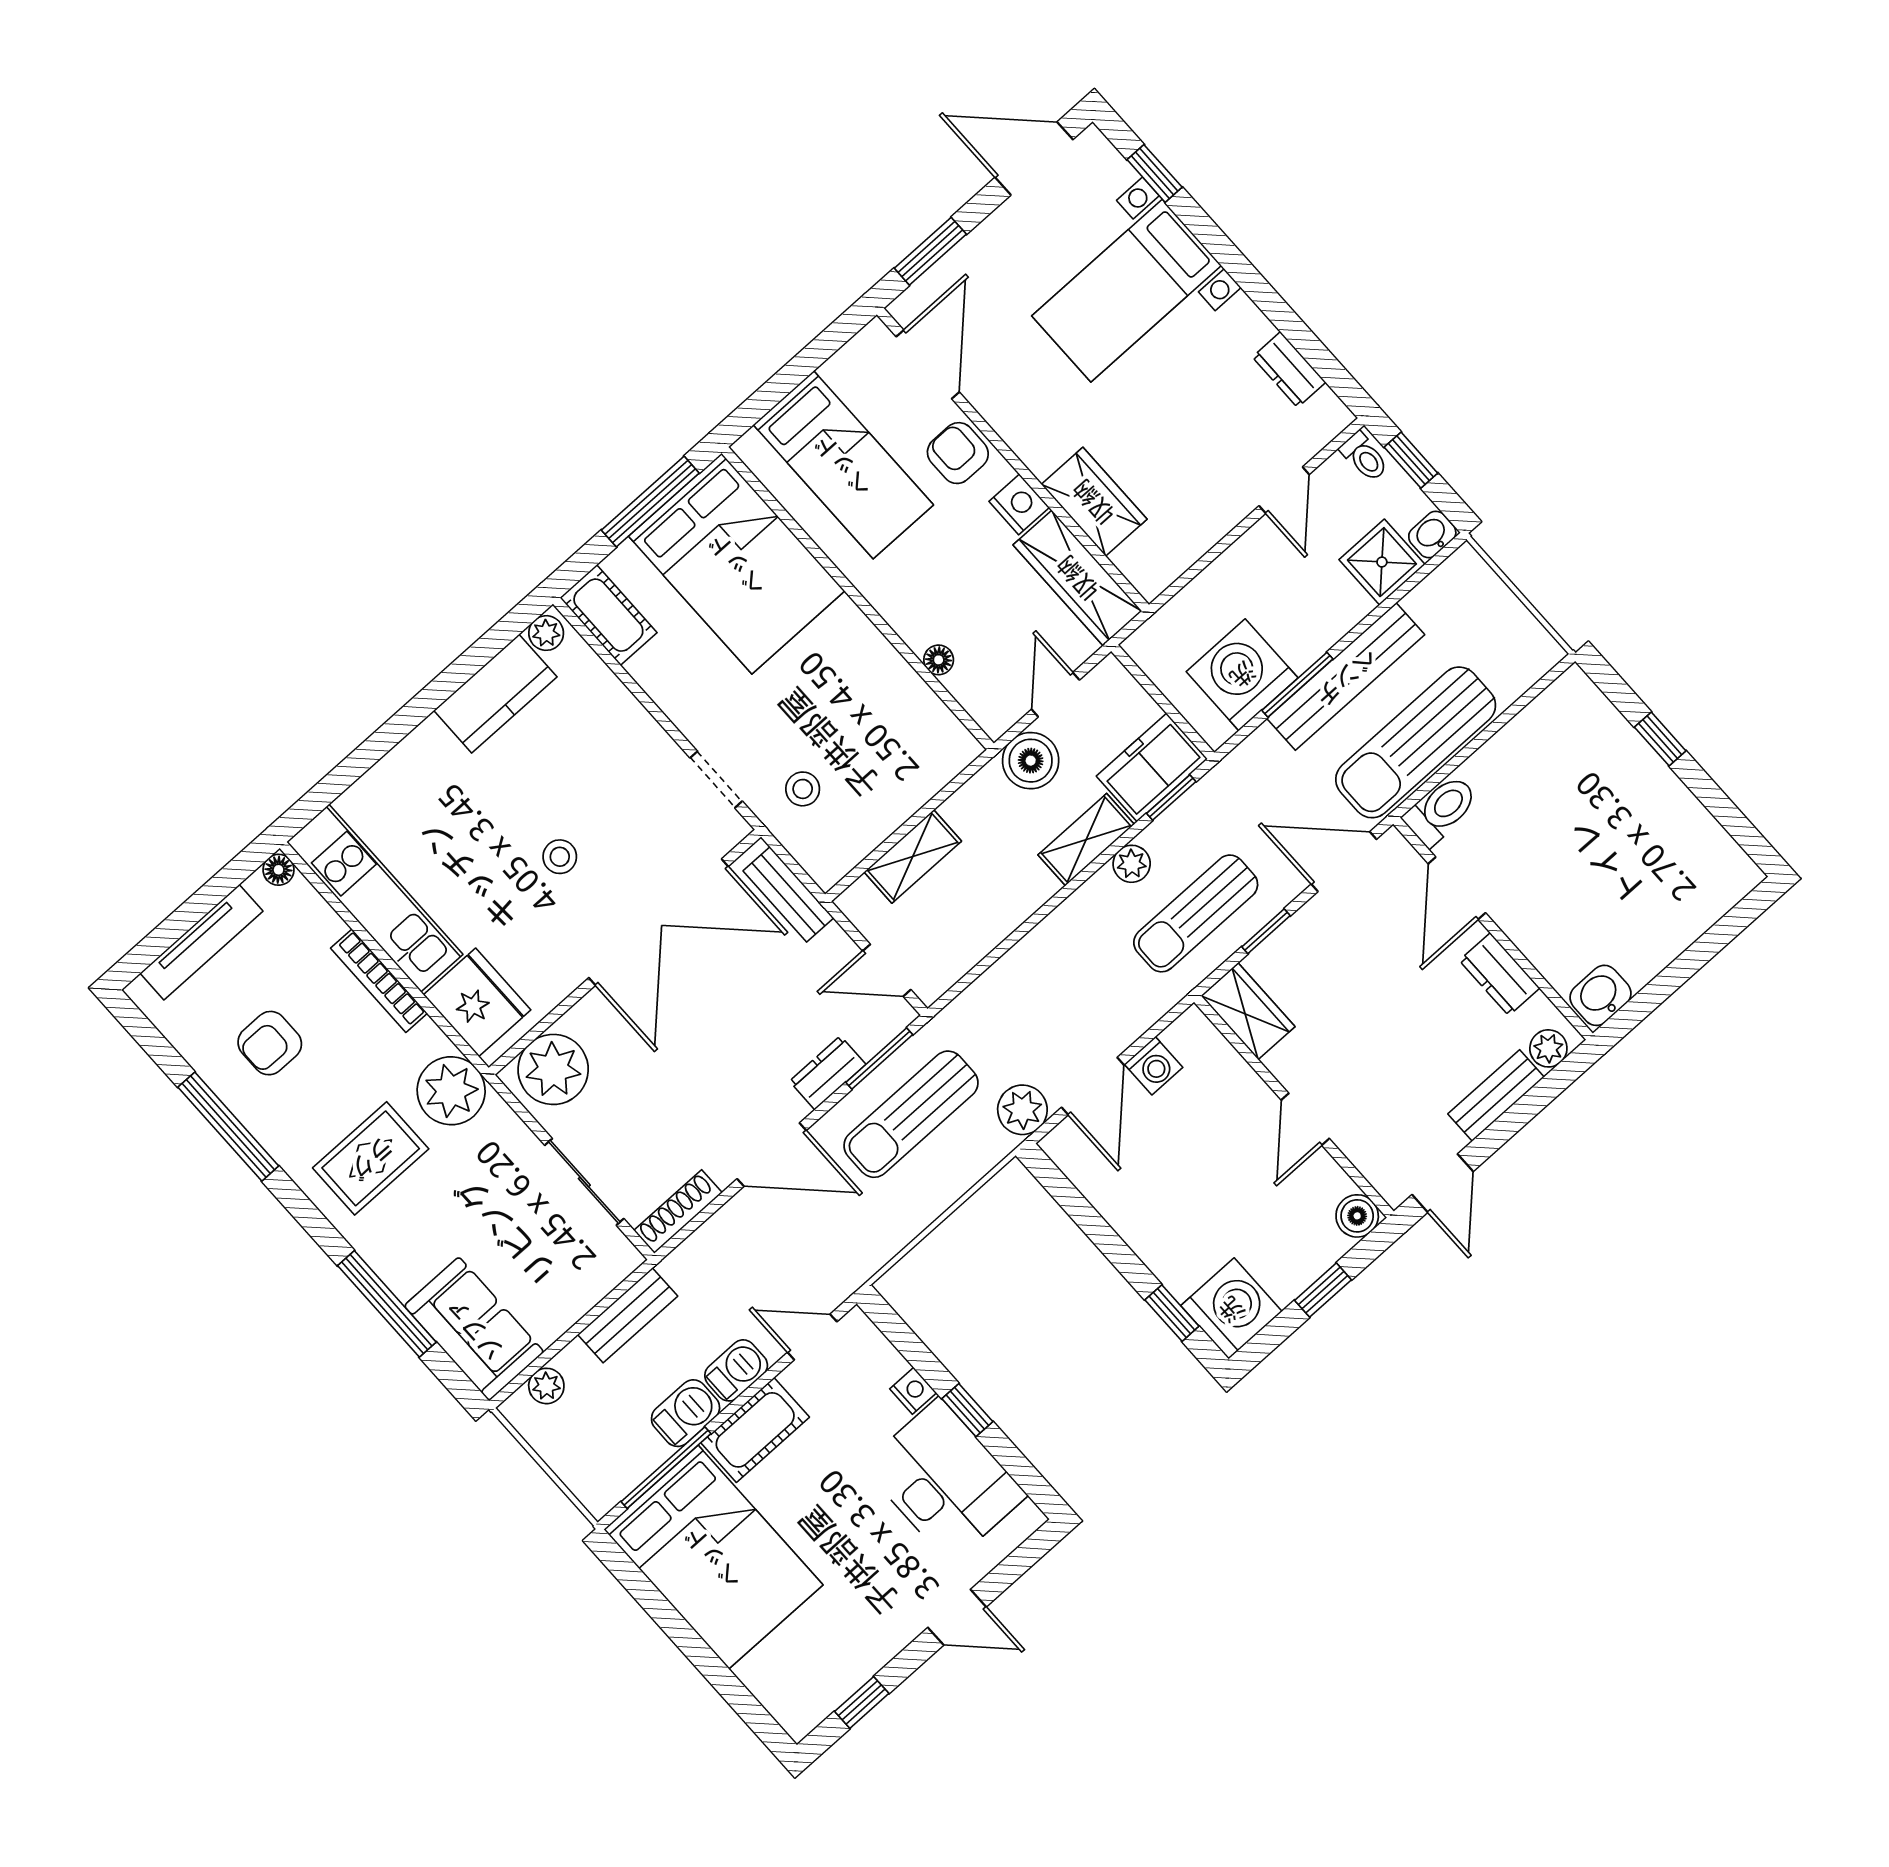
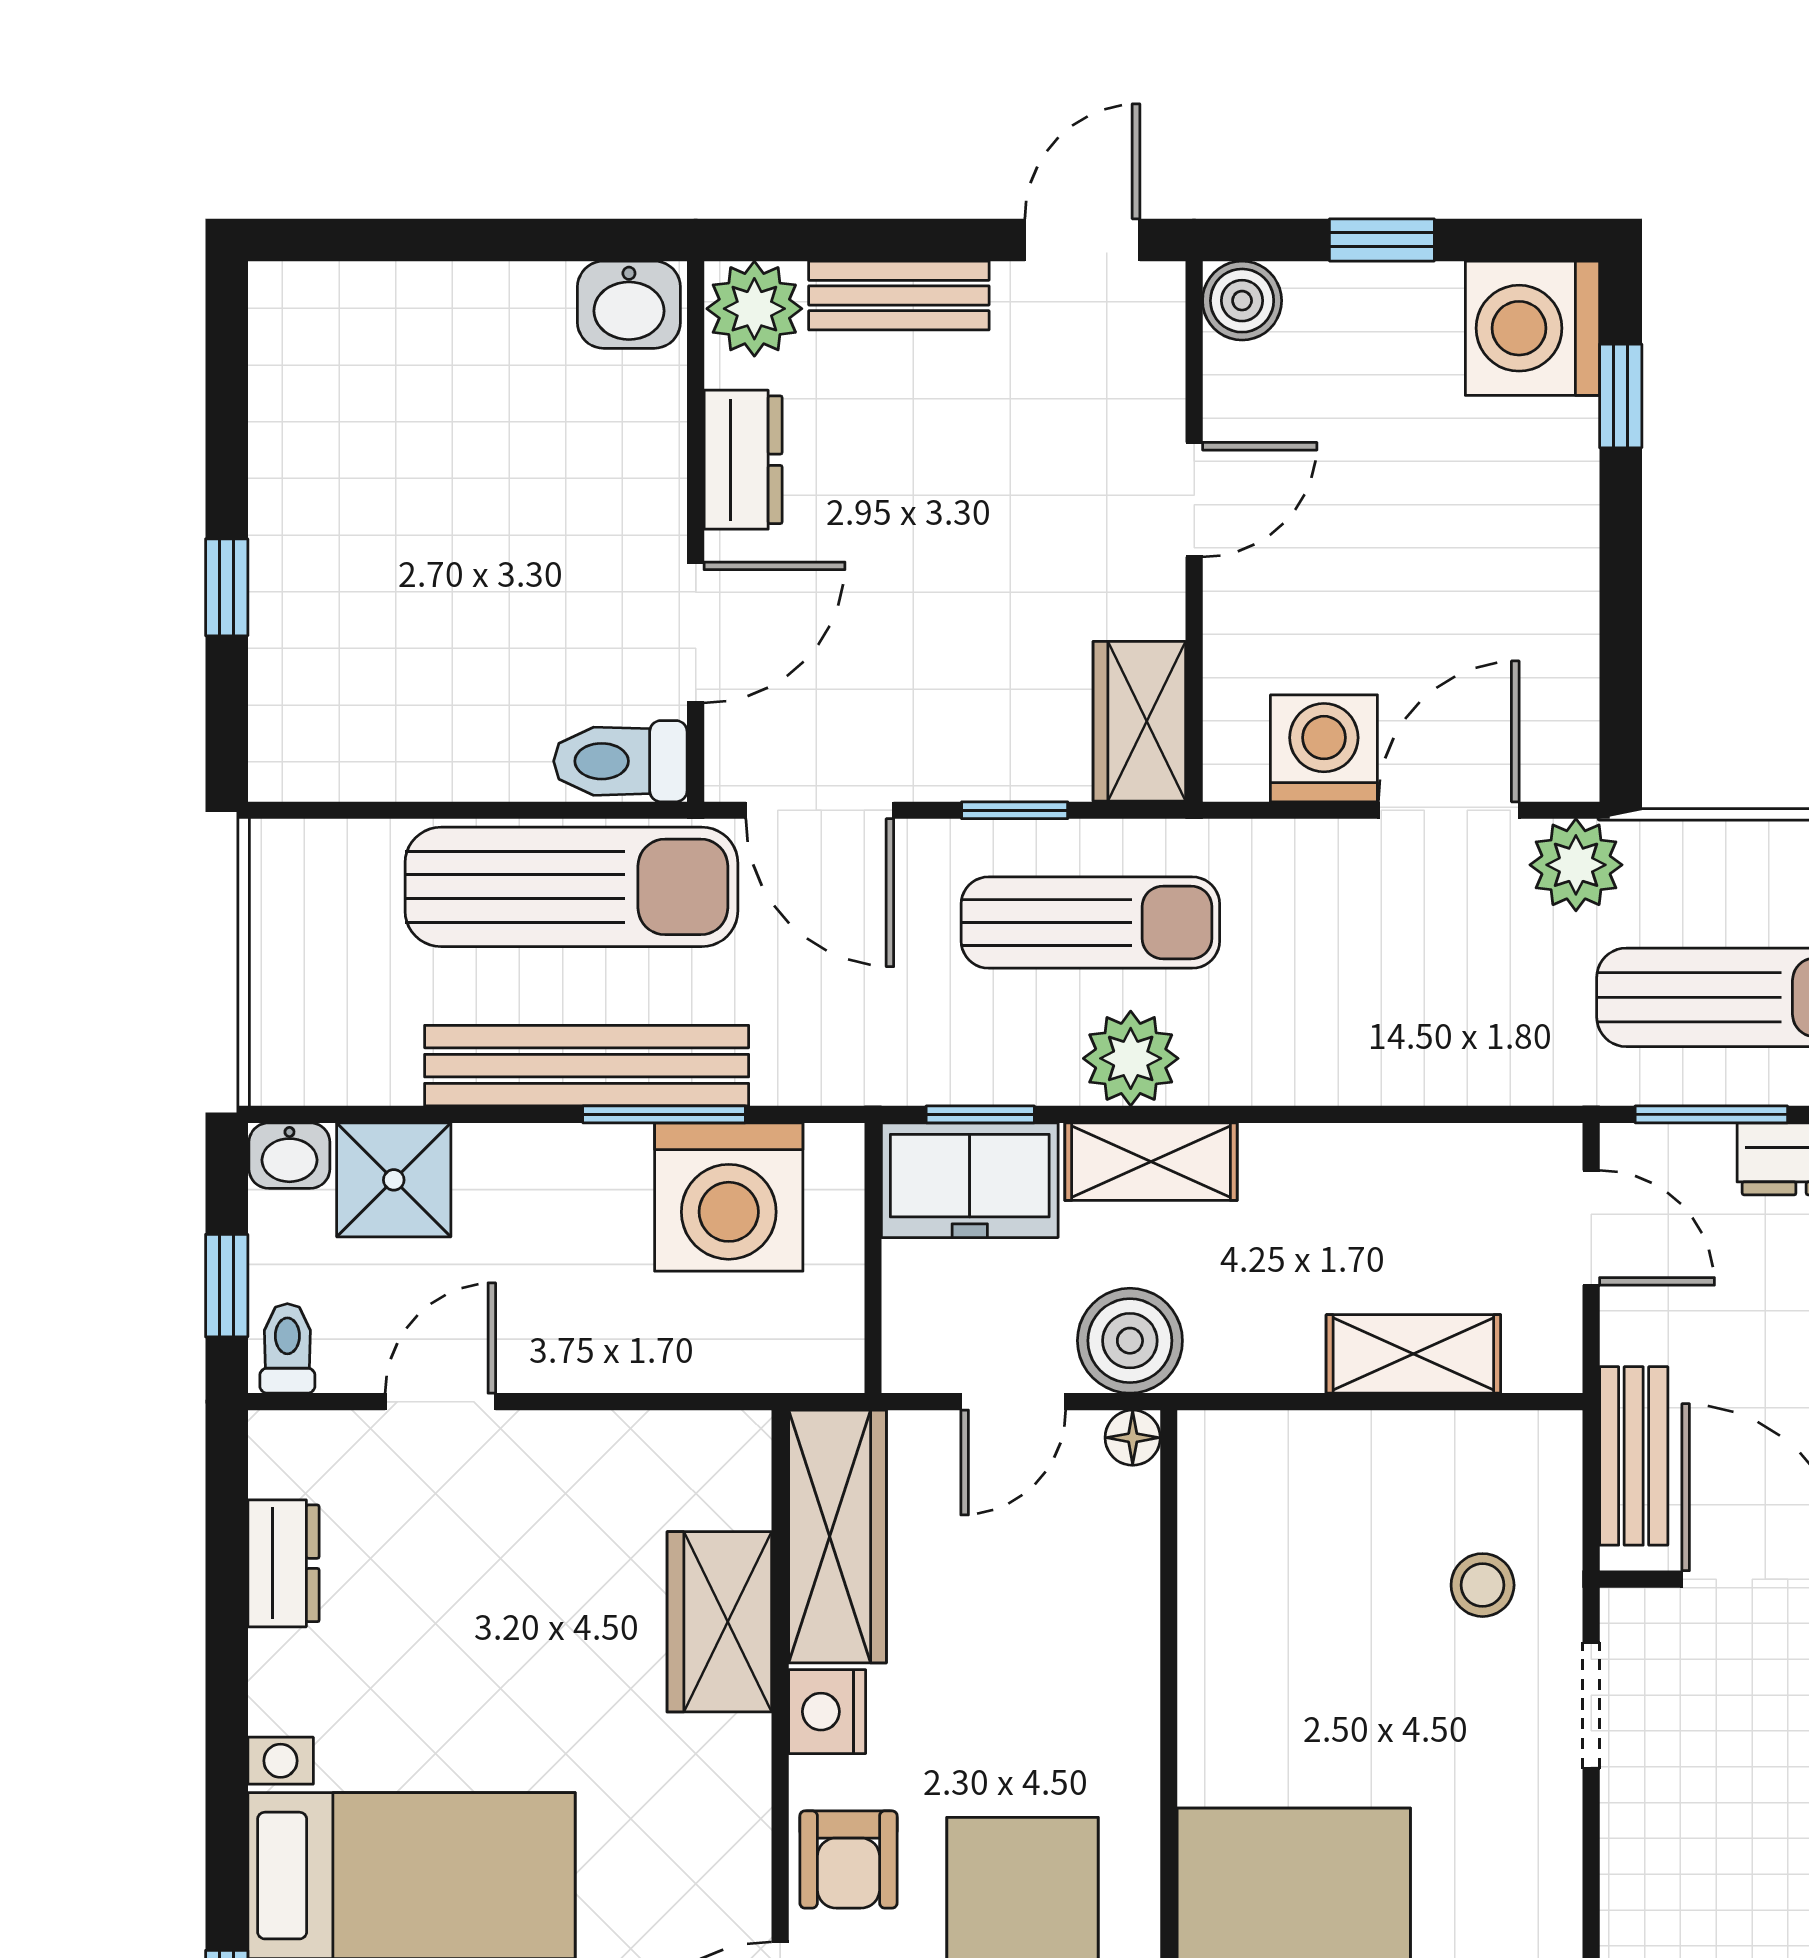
floor lamp: (939, 660) -> (1133, 1438), moved
plant: (1132, 864) -> (1131, 1058), width x1.38, depth x1.38
plant: (1548, 1048) -> (754, 309), width x1.38, depth x1.38
washing machine: (1154, 1066) -> (1324, 748), width x1.38, depth x1.38

